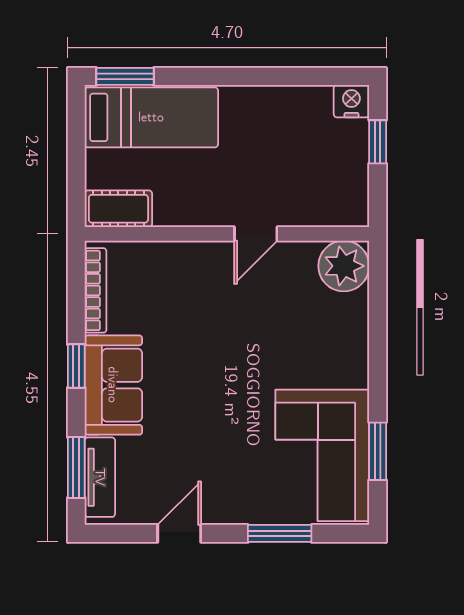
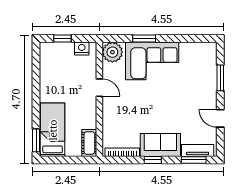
nightstand: (351, 101) -> (82, 48), moved, turned 90
window: (378, 451) -> (144, 39), moved
corner sofa: (322, 455) -> (152, 61), moved

